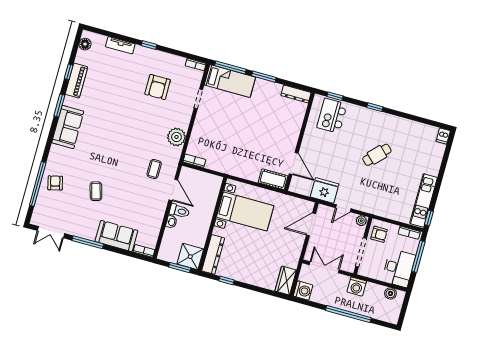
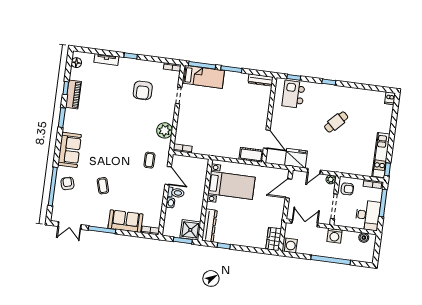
sofa: (68, 127) -> (70, 150), moved

